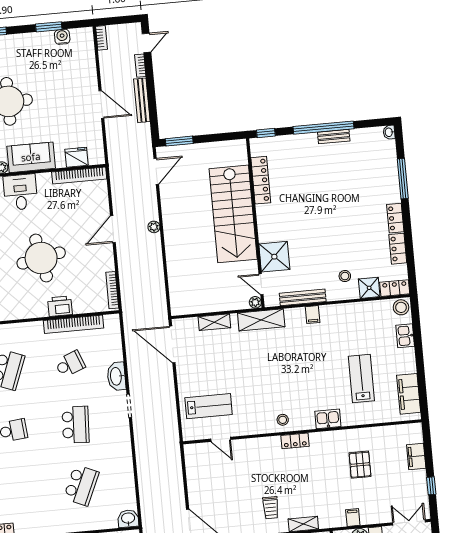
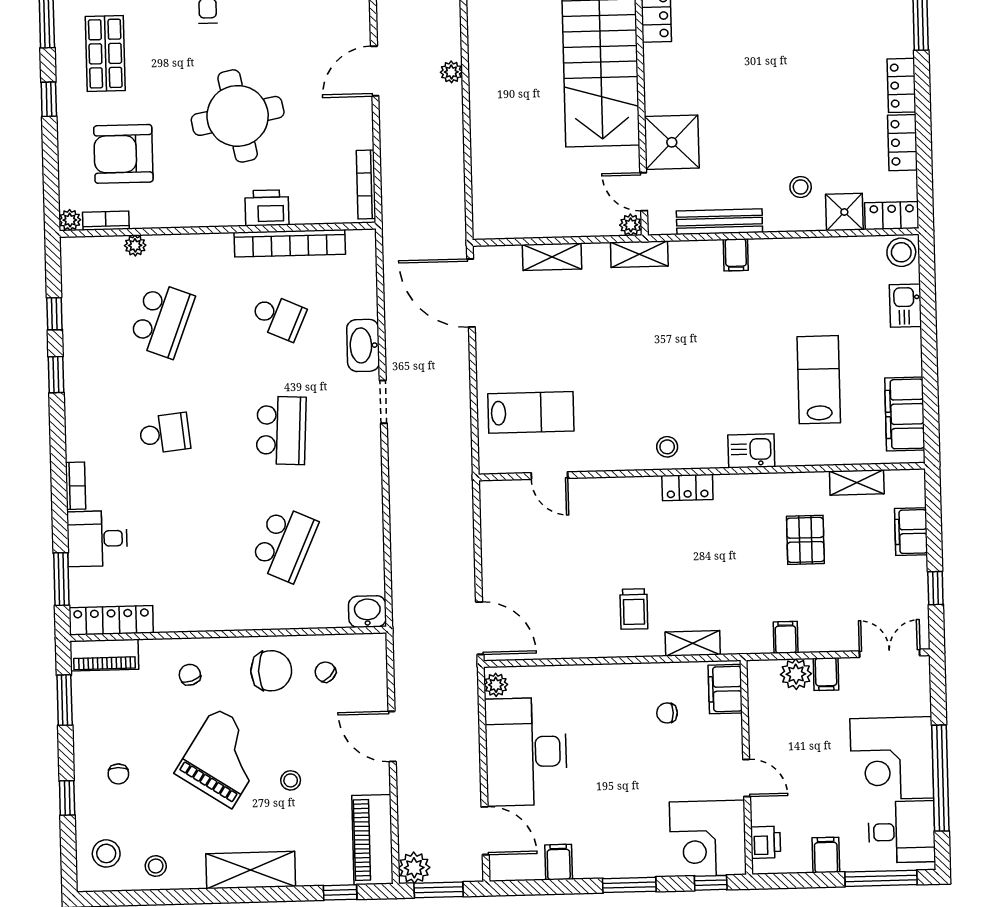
shelving: (261, 320) -> (639, 254), width x0.67, depth x0.75
school desk: (70, 364) -> (278, 317), turned 45
shelving: (385, 432) -> (857, 482), added

